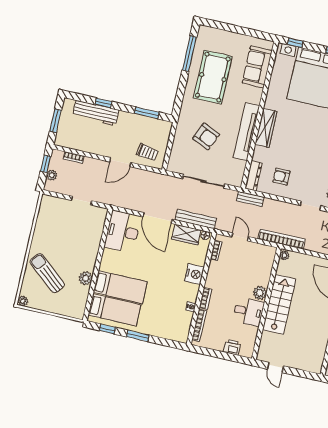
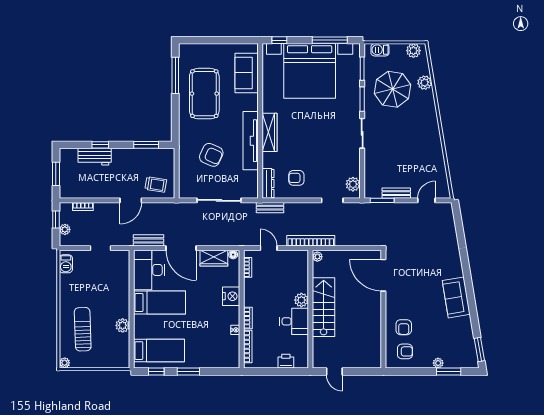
workbench: (96, 113) -> (95, 157), width x0.73
barbecue: (45, 208) -> (66, 264), added
bench: (196, 219) -> (149, 240), moved, width x0.73
sun lounger: (47, 273) -> (83, 329), turned 48
bed: (120, 287) -> (159, 303), moved

